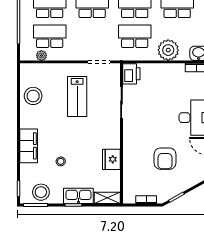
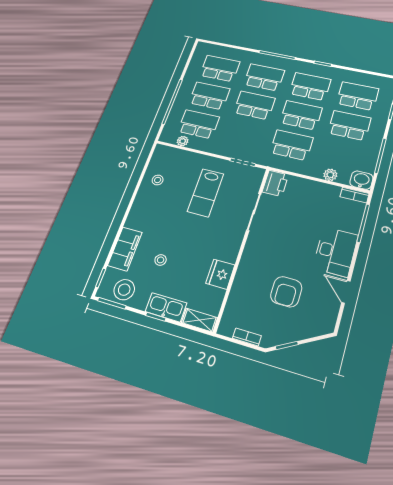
plant: (168, 50) -> (330, 175), width x0.53, depth x0.53
stool: (33, 96) -> (158, 180), width x0.53, depth x0.53
filing cabinet: (29, 146) -> (125, 249), moved

